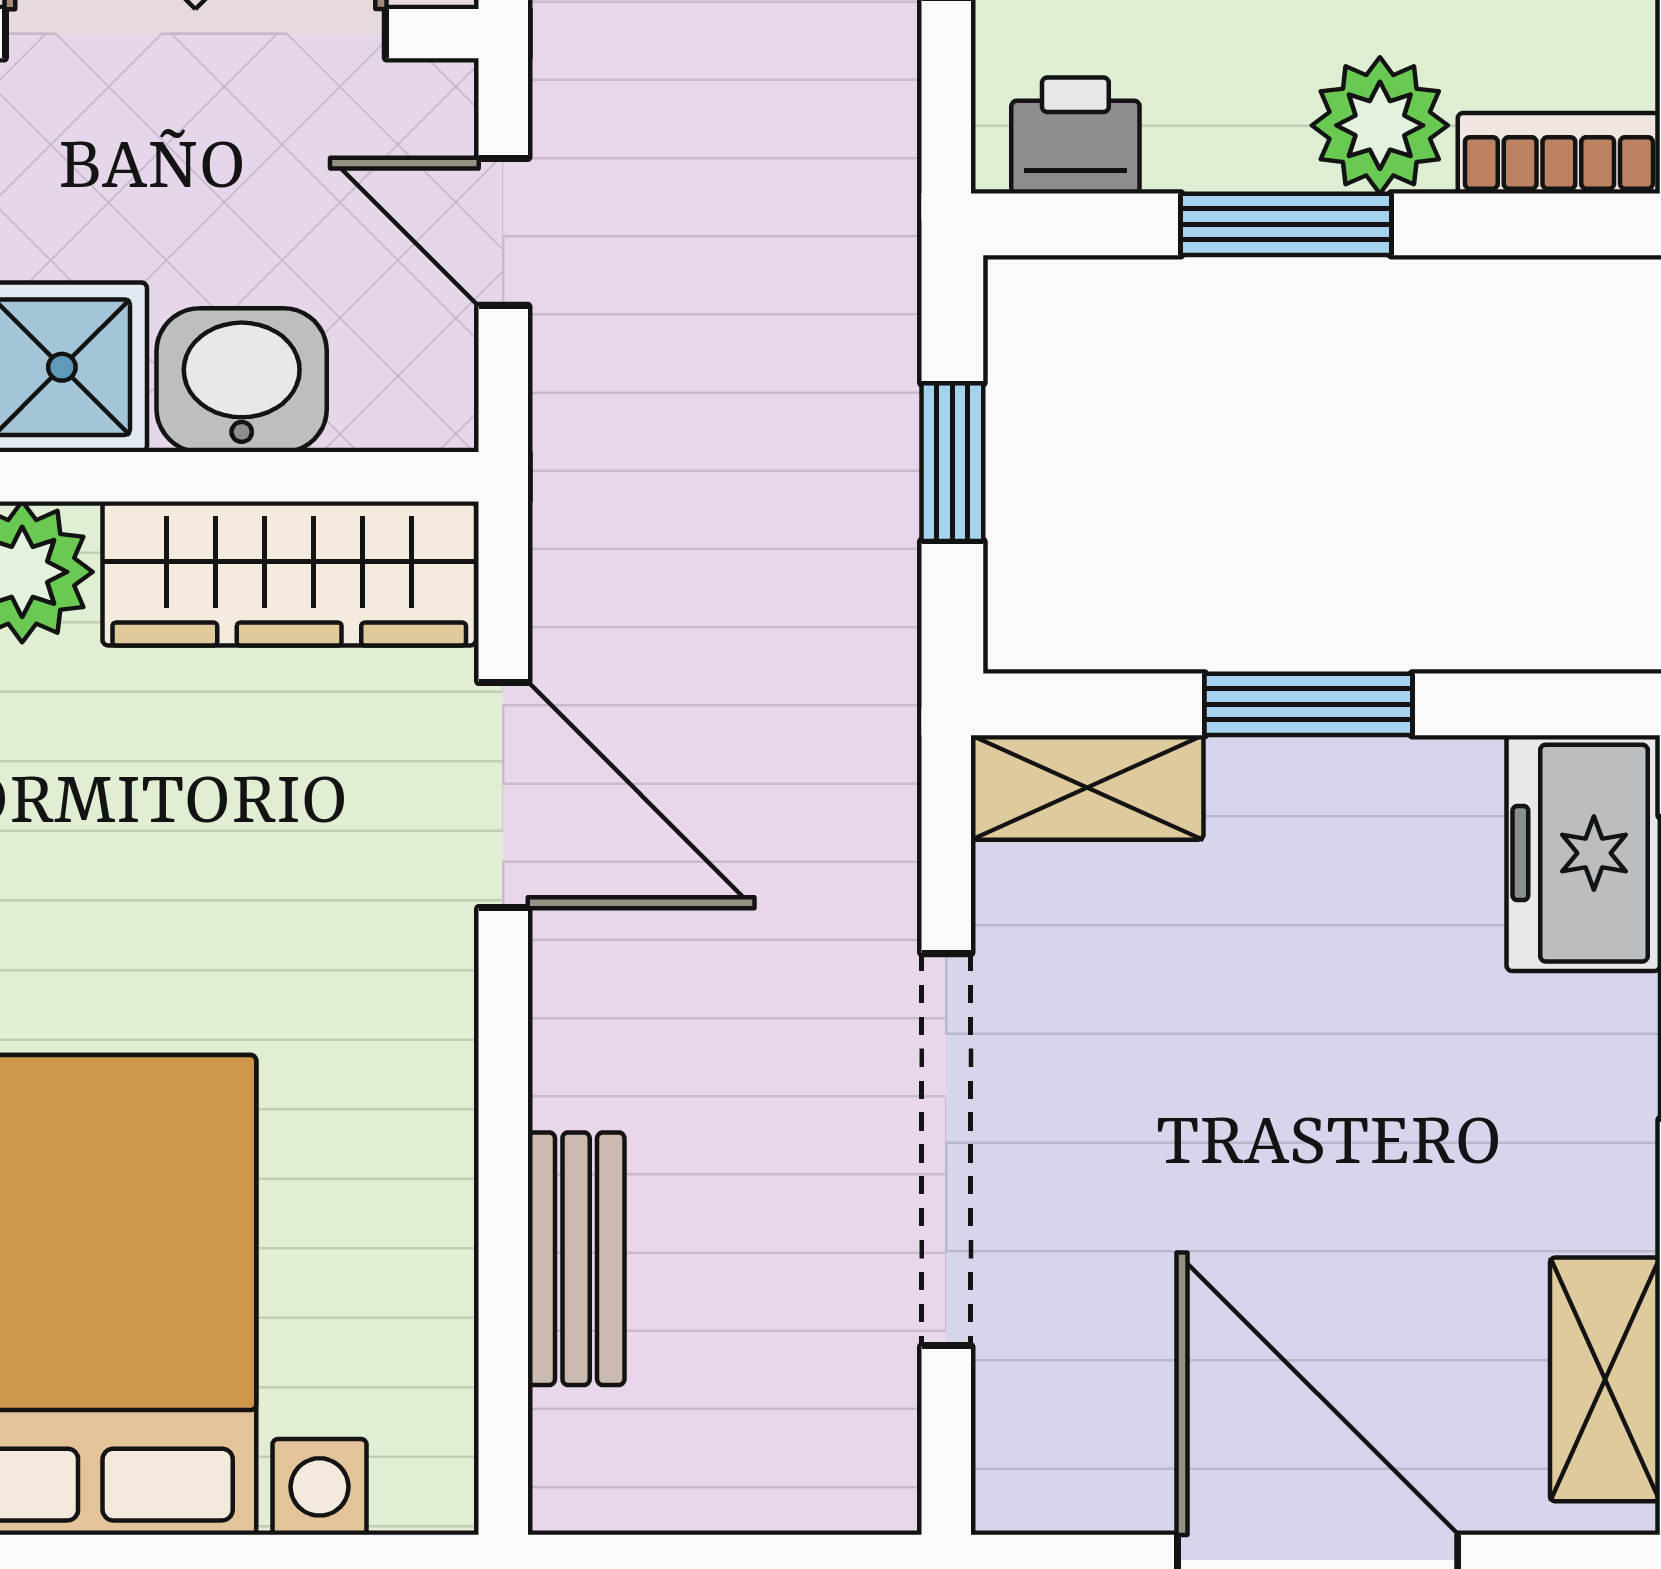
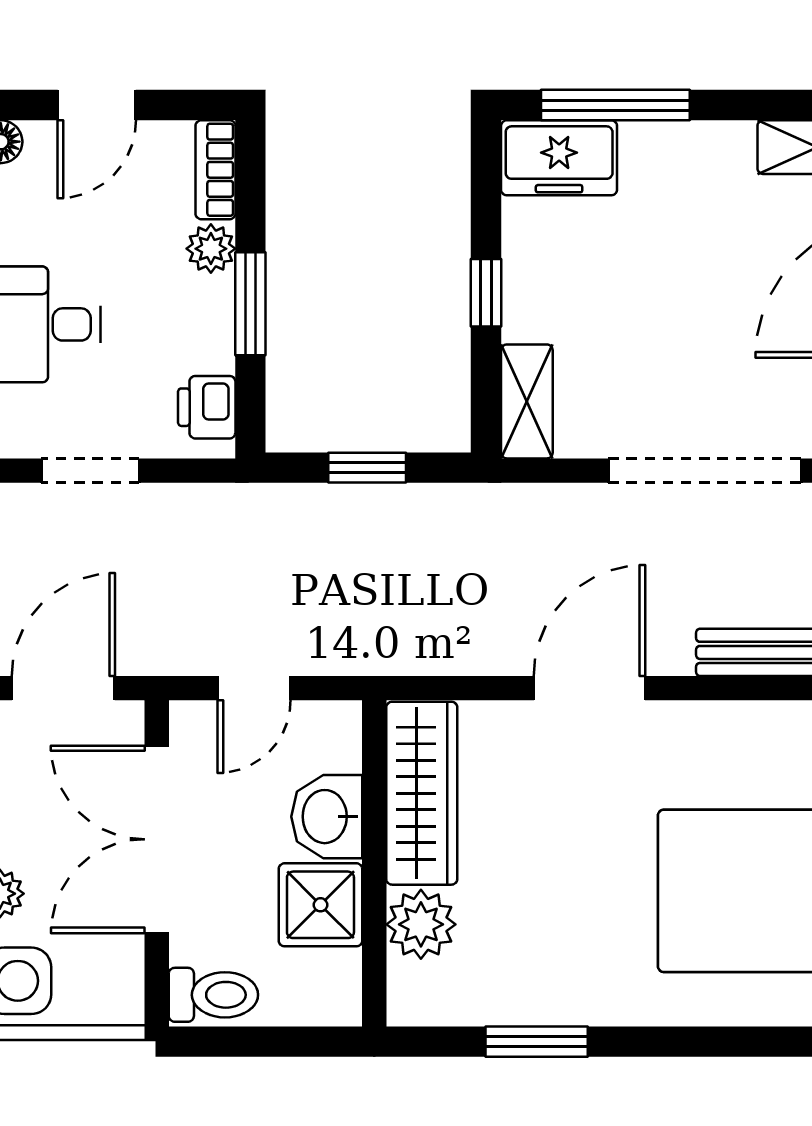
plant: (1380, 125) -> (211, 249), width x0.73, depth x0.73
window: (1308, 704) -> (486, 293), width x0.67
door: (503, 795) -> (590, 688), moved

